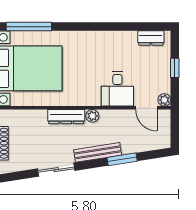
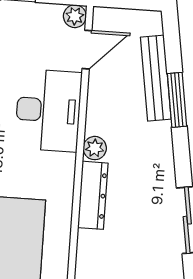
desk: (117, 89) -> (48, 110), width x1.37
bench: (98, 152) -> (156, 78), moved

